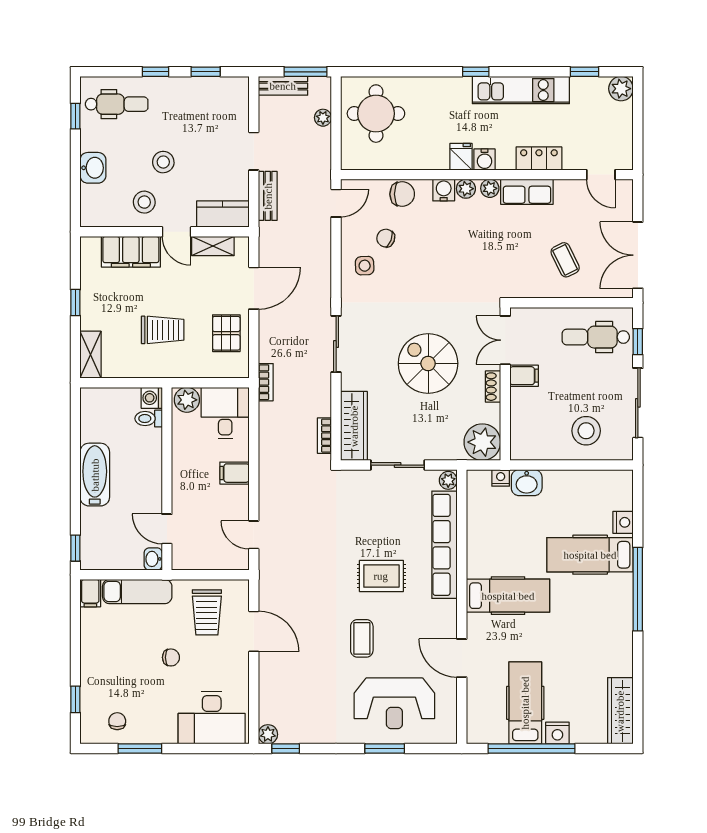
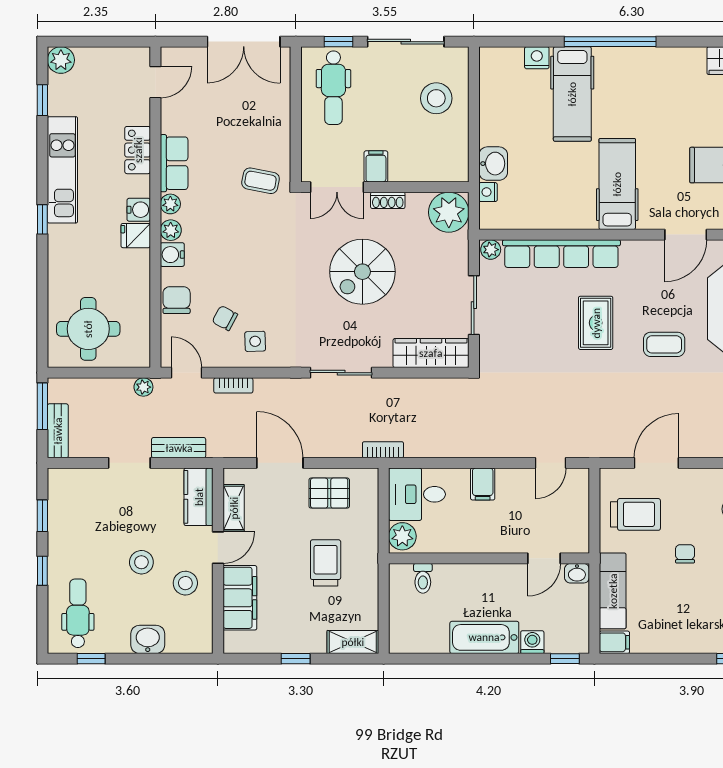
plant: (323, 118) -> (143, 387), moved
chair: (386, 238) -> (225, 318), turned 98
coffee table: (565, 260) -> (260, 181), moved, turned 37
washing machine: (152, 398) -> (532, 642), moved, turned 180
bookcase: (324, 436) -> (233, 385), moved

